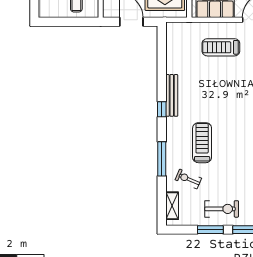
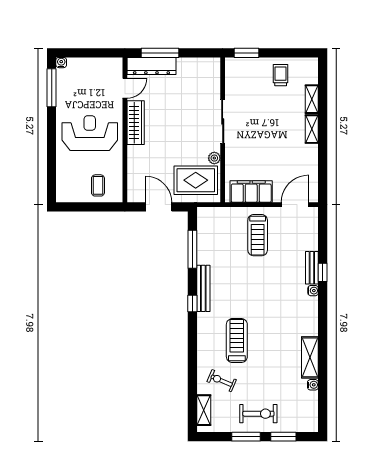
treadmill: (221, 47) -> (258, 235), turned -90
window: (162, 159) -> (192, 249), moved

